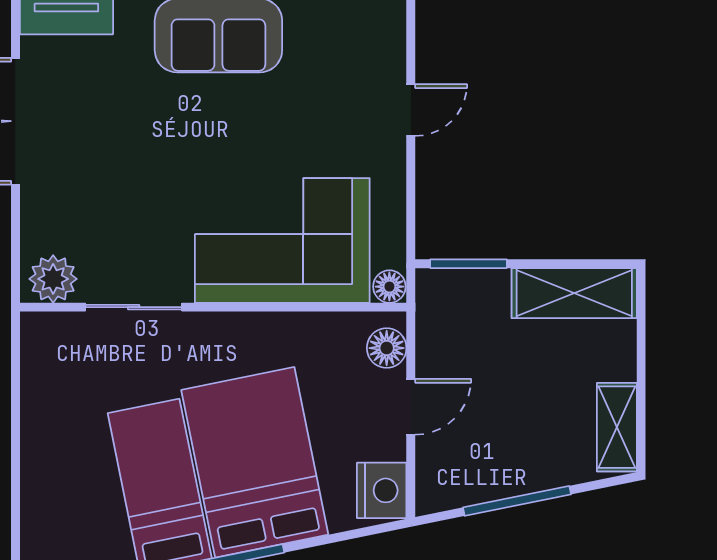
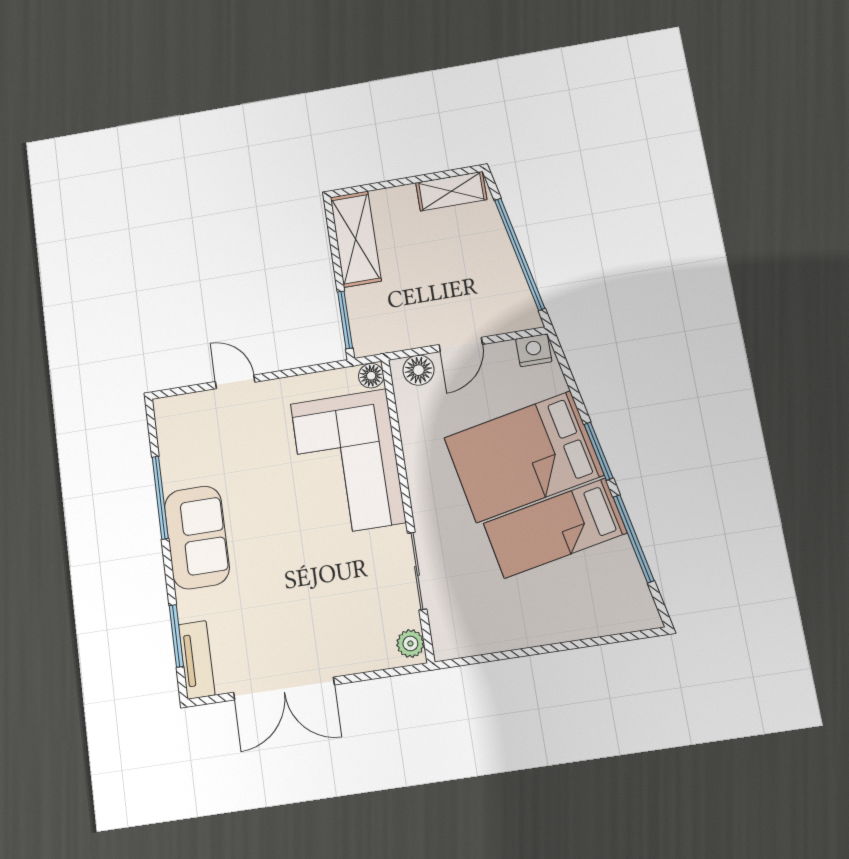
plant: (53, 279) -> (410, 644), width x0.73, depth x0.73
door: (411, 407) -> (461, 345), swing flipped
nightstand: (382, 490) -> (534, 350), width x0.74, depth x0.75
window: (517, 501) -> (519, 254), width x1.46

